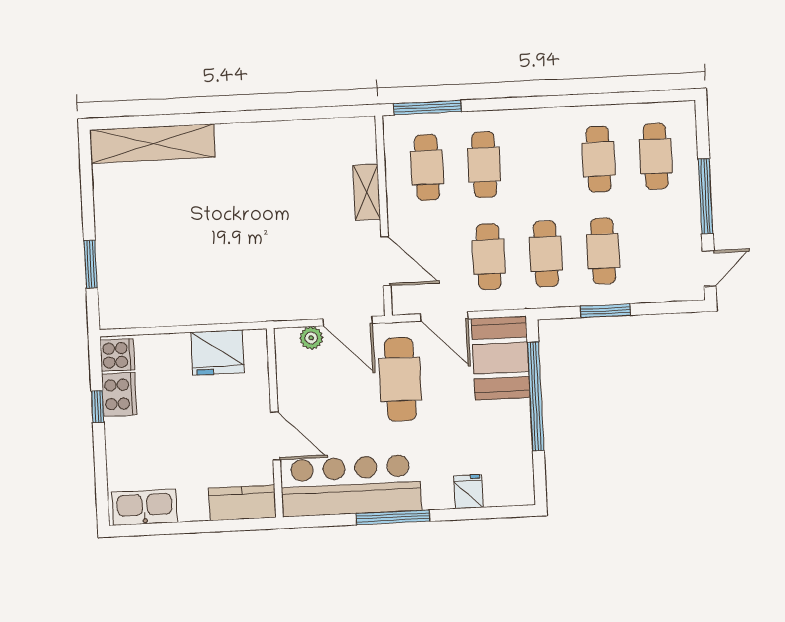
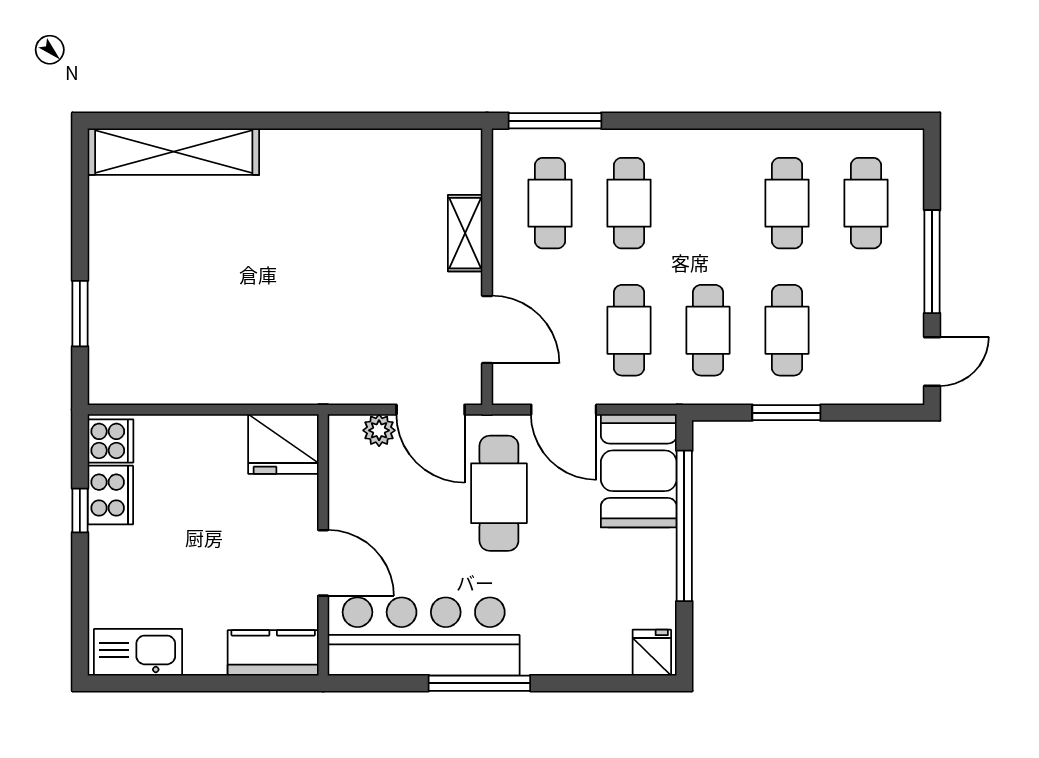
fridge: (218, 352) -> (283, 444), moved
fridge: (468, 492) -> (652, 653), moved

